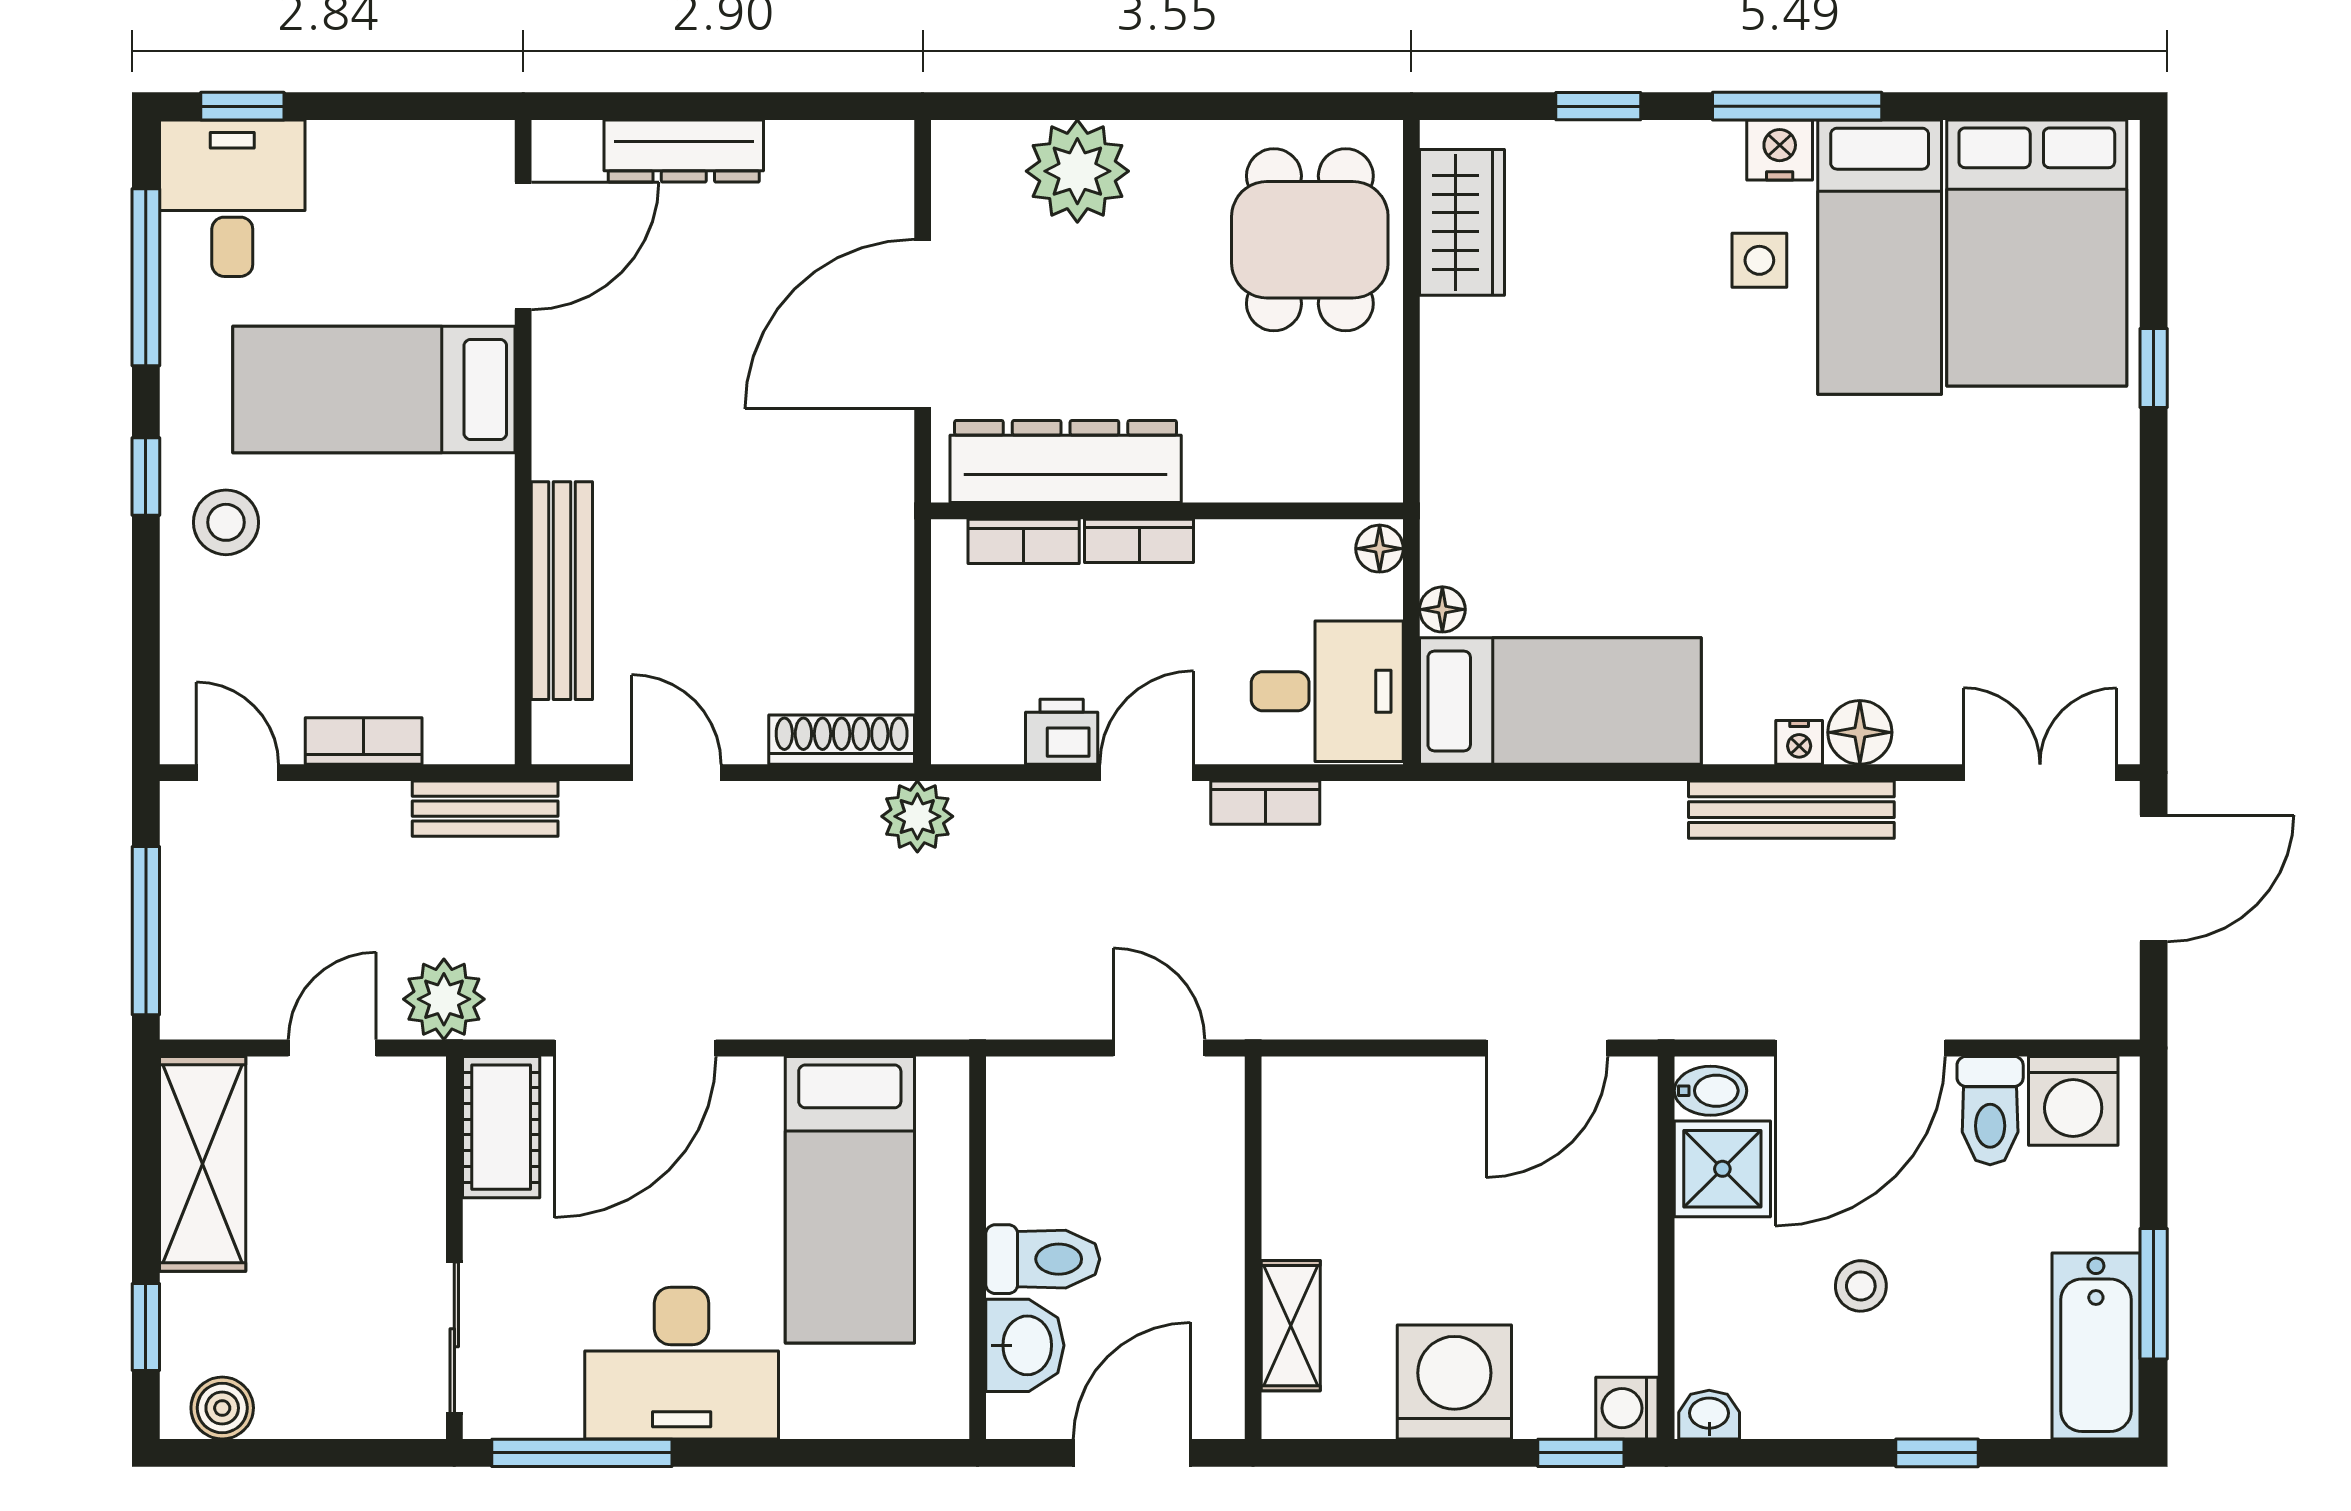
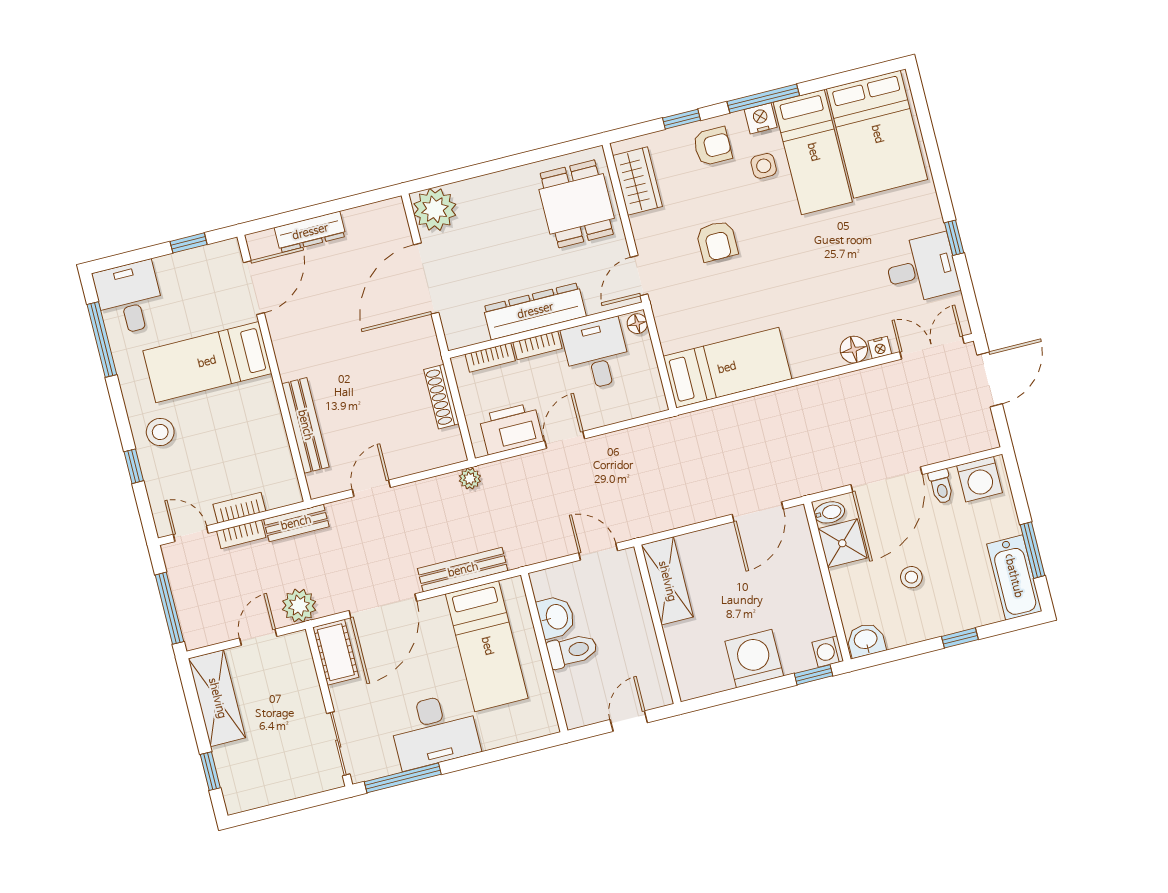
window: (242, 106) -> (189, 243), moved
plant: (1077, 171) -> (435, 209), moved
armchair: (1654, 186) -> (713, 146), added
window: (2154, 368) -> (954, 238), moved
armchair: (1609, 406) -> (717, 241), added
door: (1411, 440) -> (639, 276), added
dresser: (1066, 461) -> (535, 311), moved
window: (146, 476) -> (134, 466), moved
desk: (2062, 586) -> (922, 269), added
floor lamp: (1442, 609) -> (669, 342), removed
desk: (1327, 691) -> (597, 354), moved, turned -90
printer: (1062, 732) -> (511, 429), width x1.87, depth x1.48
shoe rack: (842, 740) -> (441, 397), moved, turned -90
nightstand: (1799, 742) -> (880, 347), moved
door: (676, 773) -> (371, 488), hinge flipped
bookcase: (1265, 803) -> (241, 534), moved
bench: (1791, 810) -> (463, 570), moved
plant: (917, 816) -> (470, 479), width x0.73, depth x0.73
toilet: (1990, 1111) -> (941, 486), width x0.73, depth x0.72
shelving: (1291, 1326) -> (667, 581), moved, width x1.50, depth x1.33
washbasin: (1025, 1345) -> (556, 617), moved
boiler: (222, 1408) -> (250, 797), removed
washbasin: (1709, 1415) -> (866, 640), width x1.38, depth x1.45
door: (1132, 1453) -> (629, 721), width x0.73

